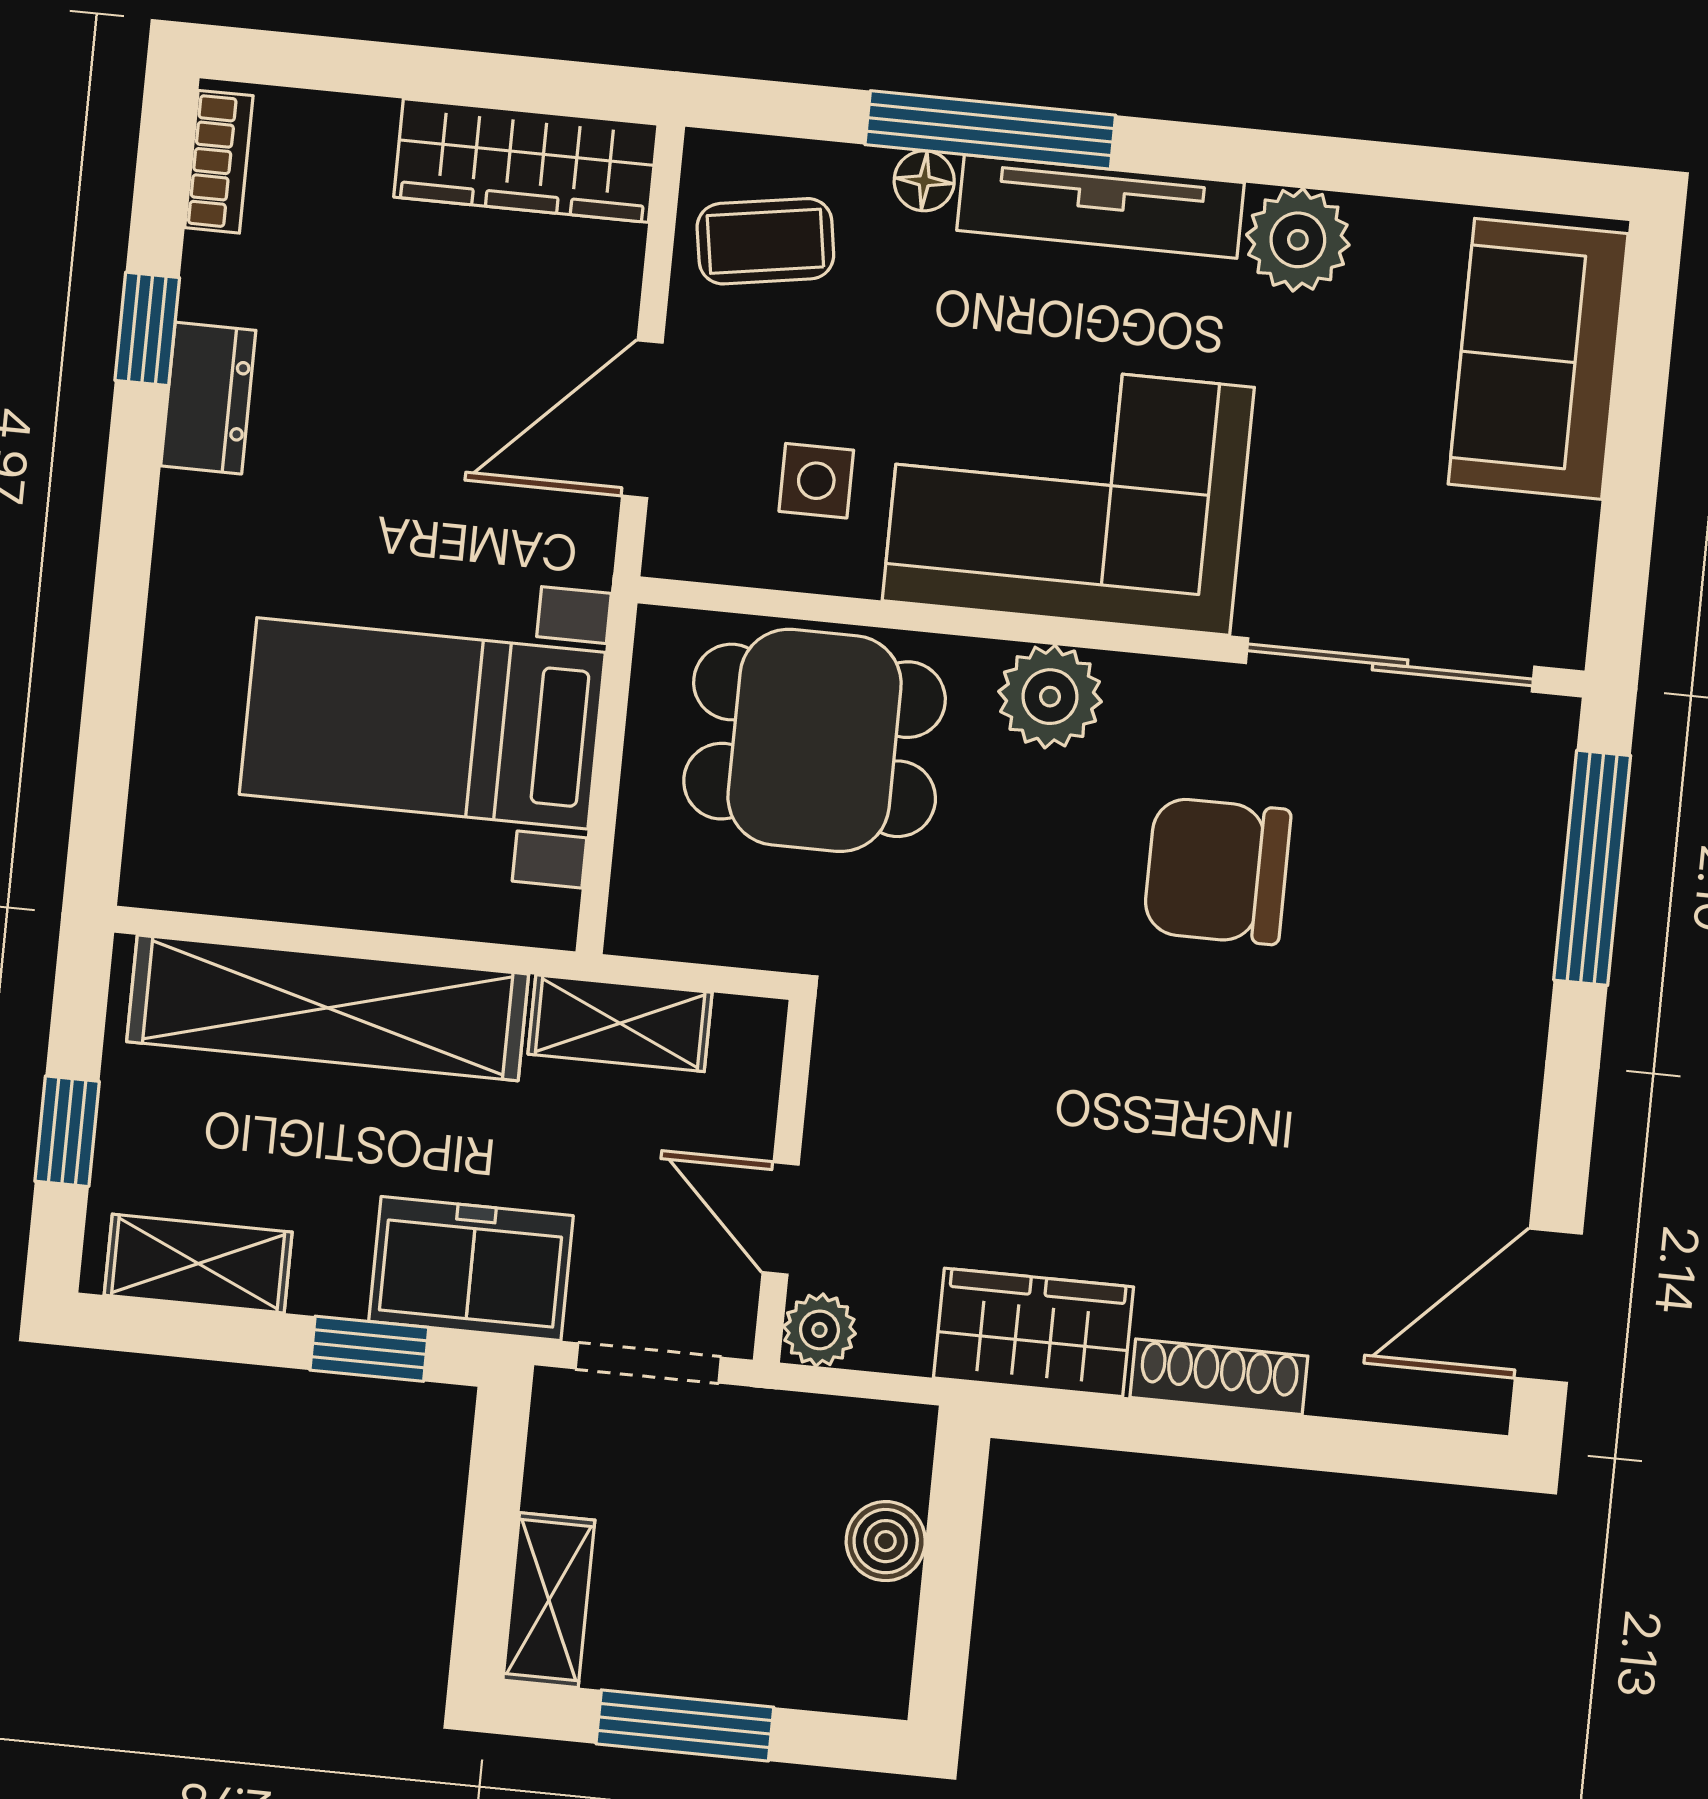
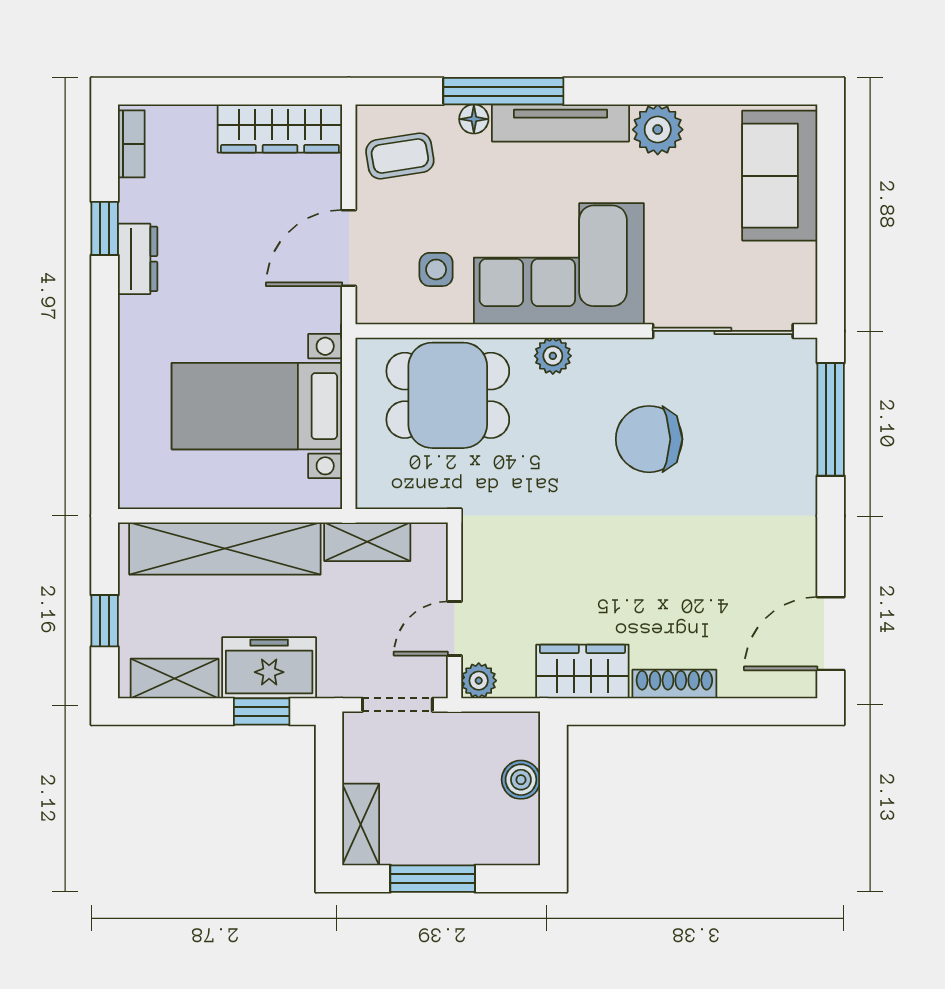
plant: (1050, 697) -> (553, 356), width x0.73, depth x0.73
door: (781, 1218) -> (454, 628), hinge flipped
freezer: (471, 1269) -> (269, 668), moved

